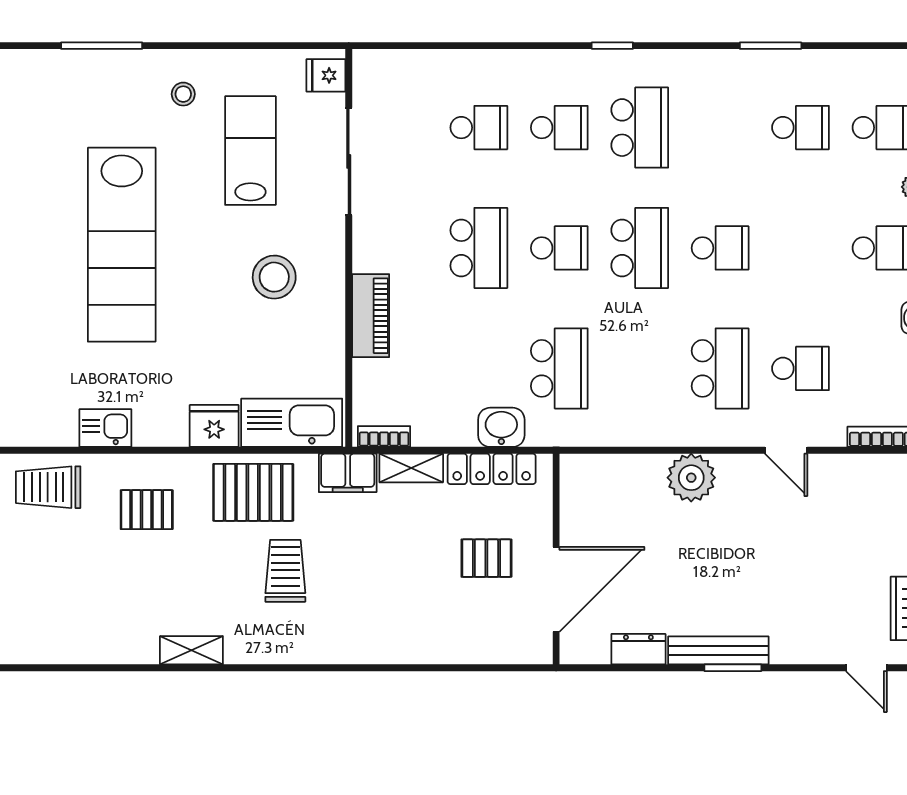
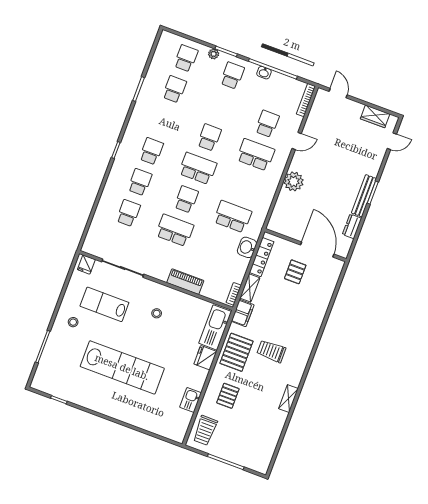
school desk: (640, 128) -> (151, 151), width x0.54
stool: (274, 277) -> (157, 313), width x0.53, depth x0.53

